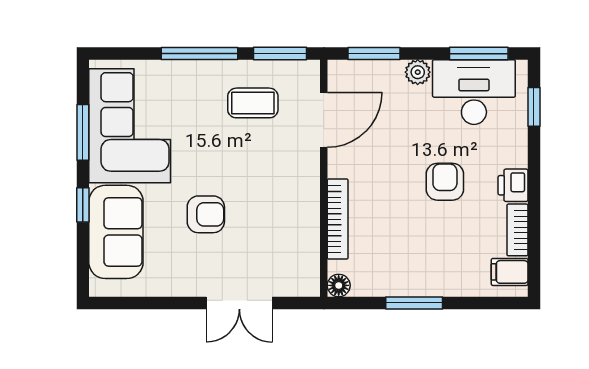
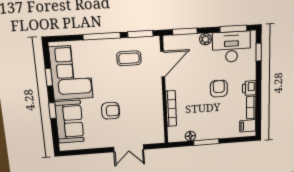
window: (83, 132) -> (49, 77), width x0.67
floor lamp: (339, 285) -> (190, 136), moved

